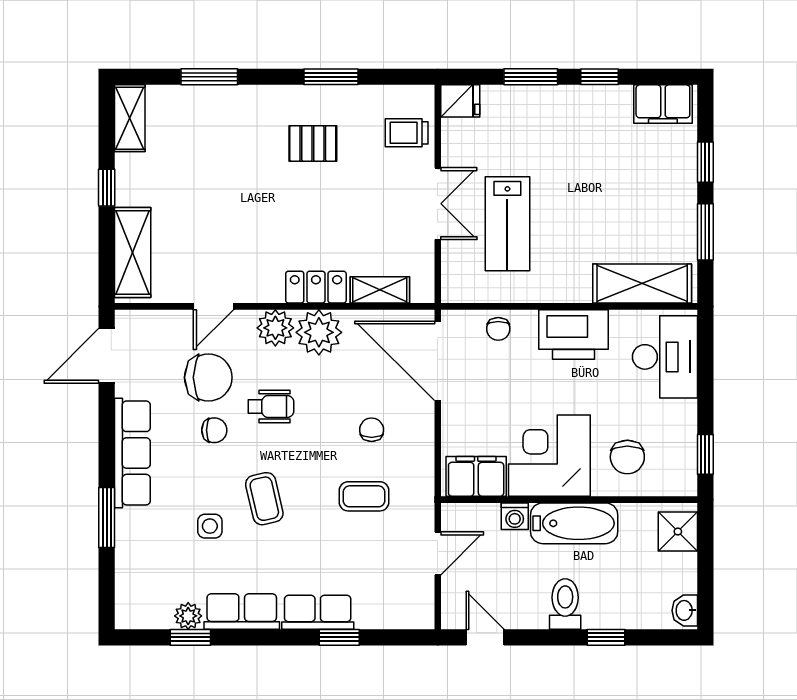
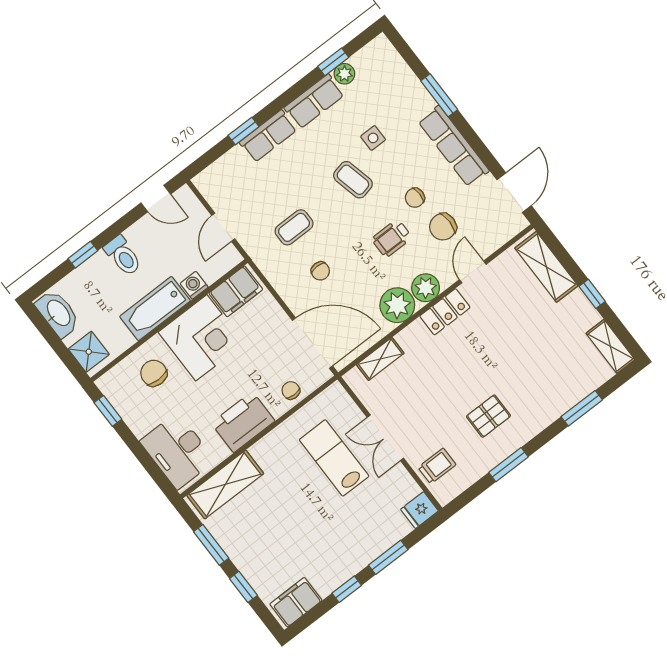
locker: (316, 287) -> (445, 312), moved
chair: (208, 377) -> (443, 227), width x0.73, depth x0.73
washbasin: (685, 610) -> (58, 313), width x1.91, depth x1.45

